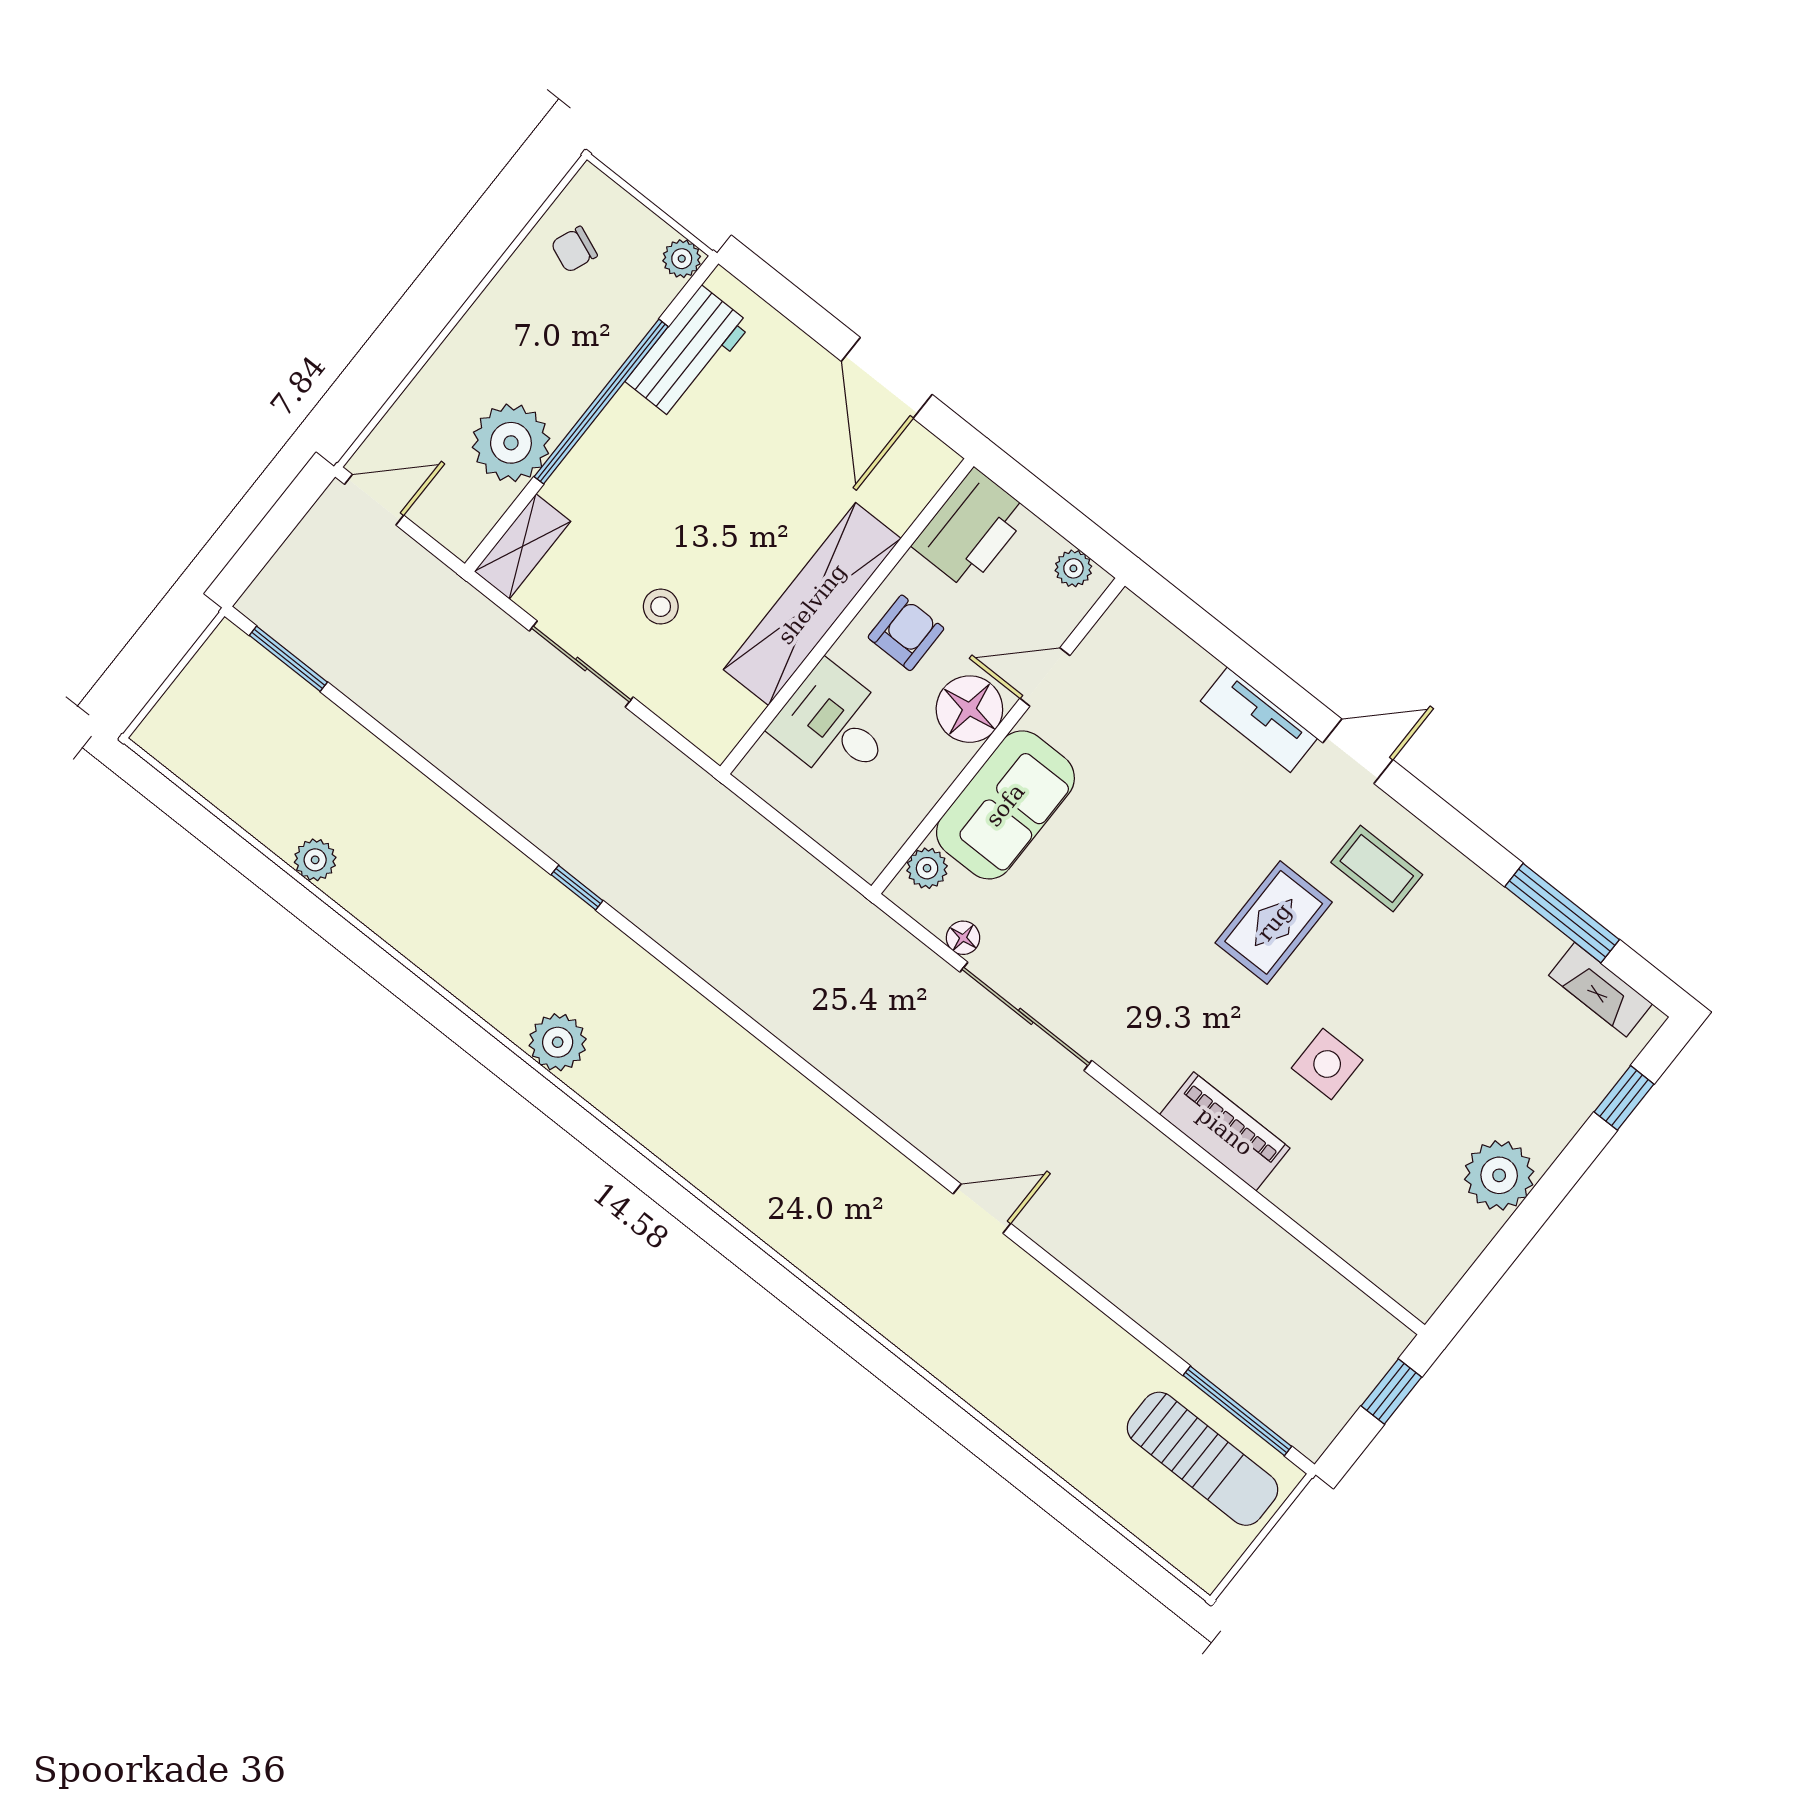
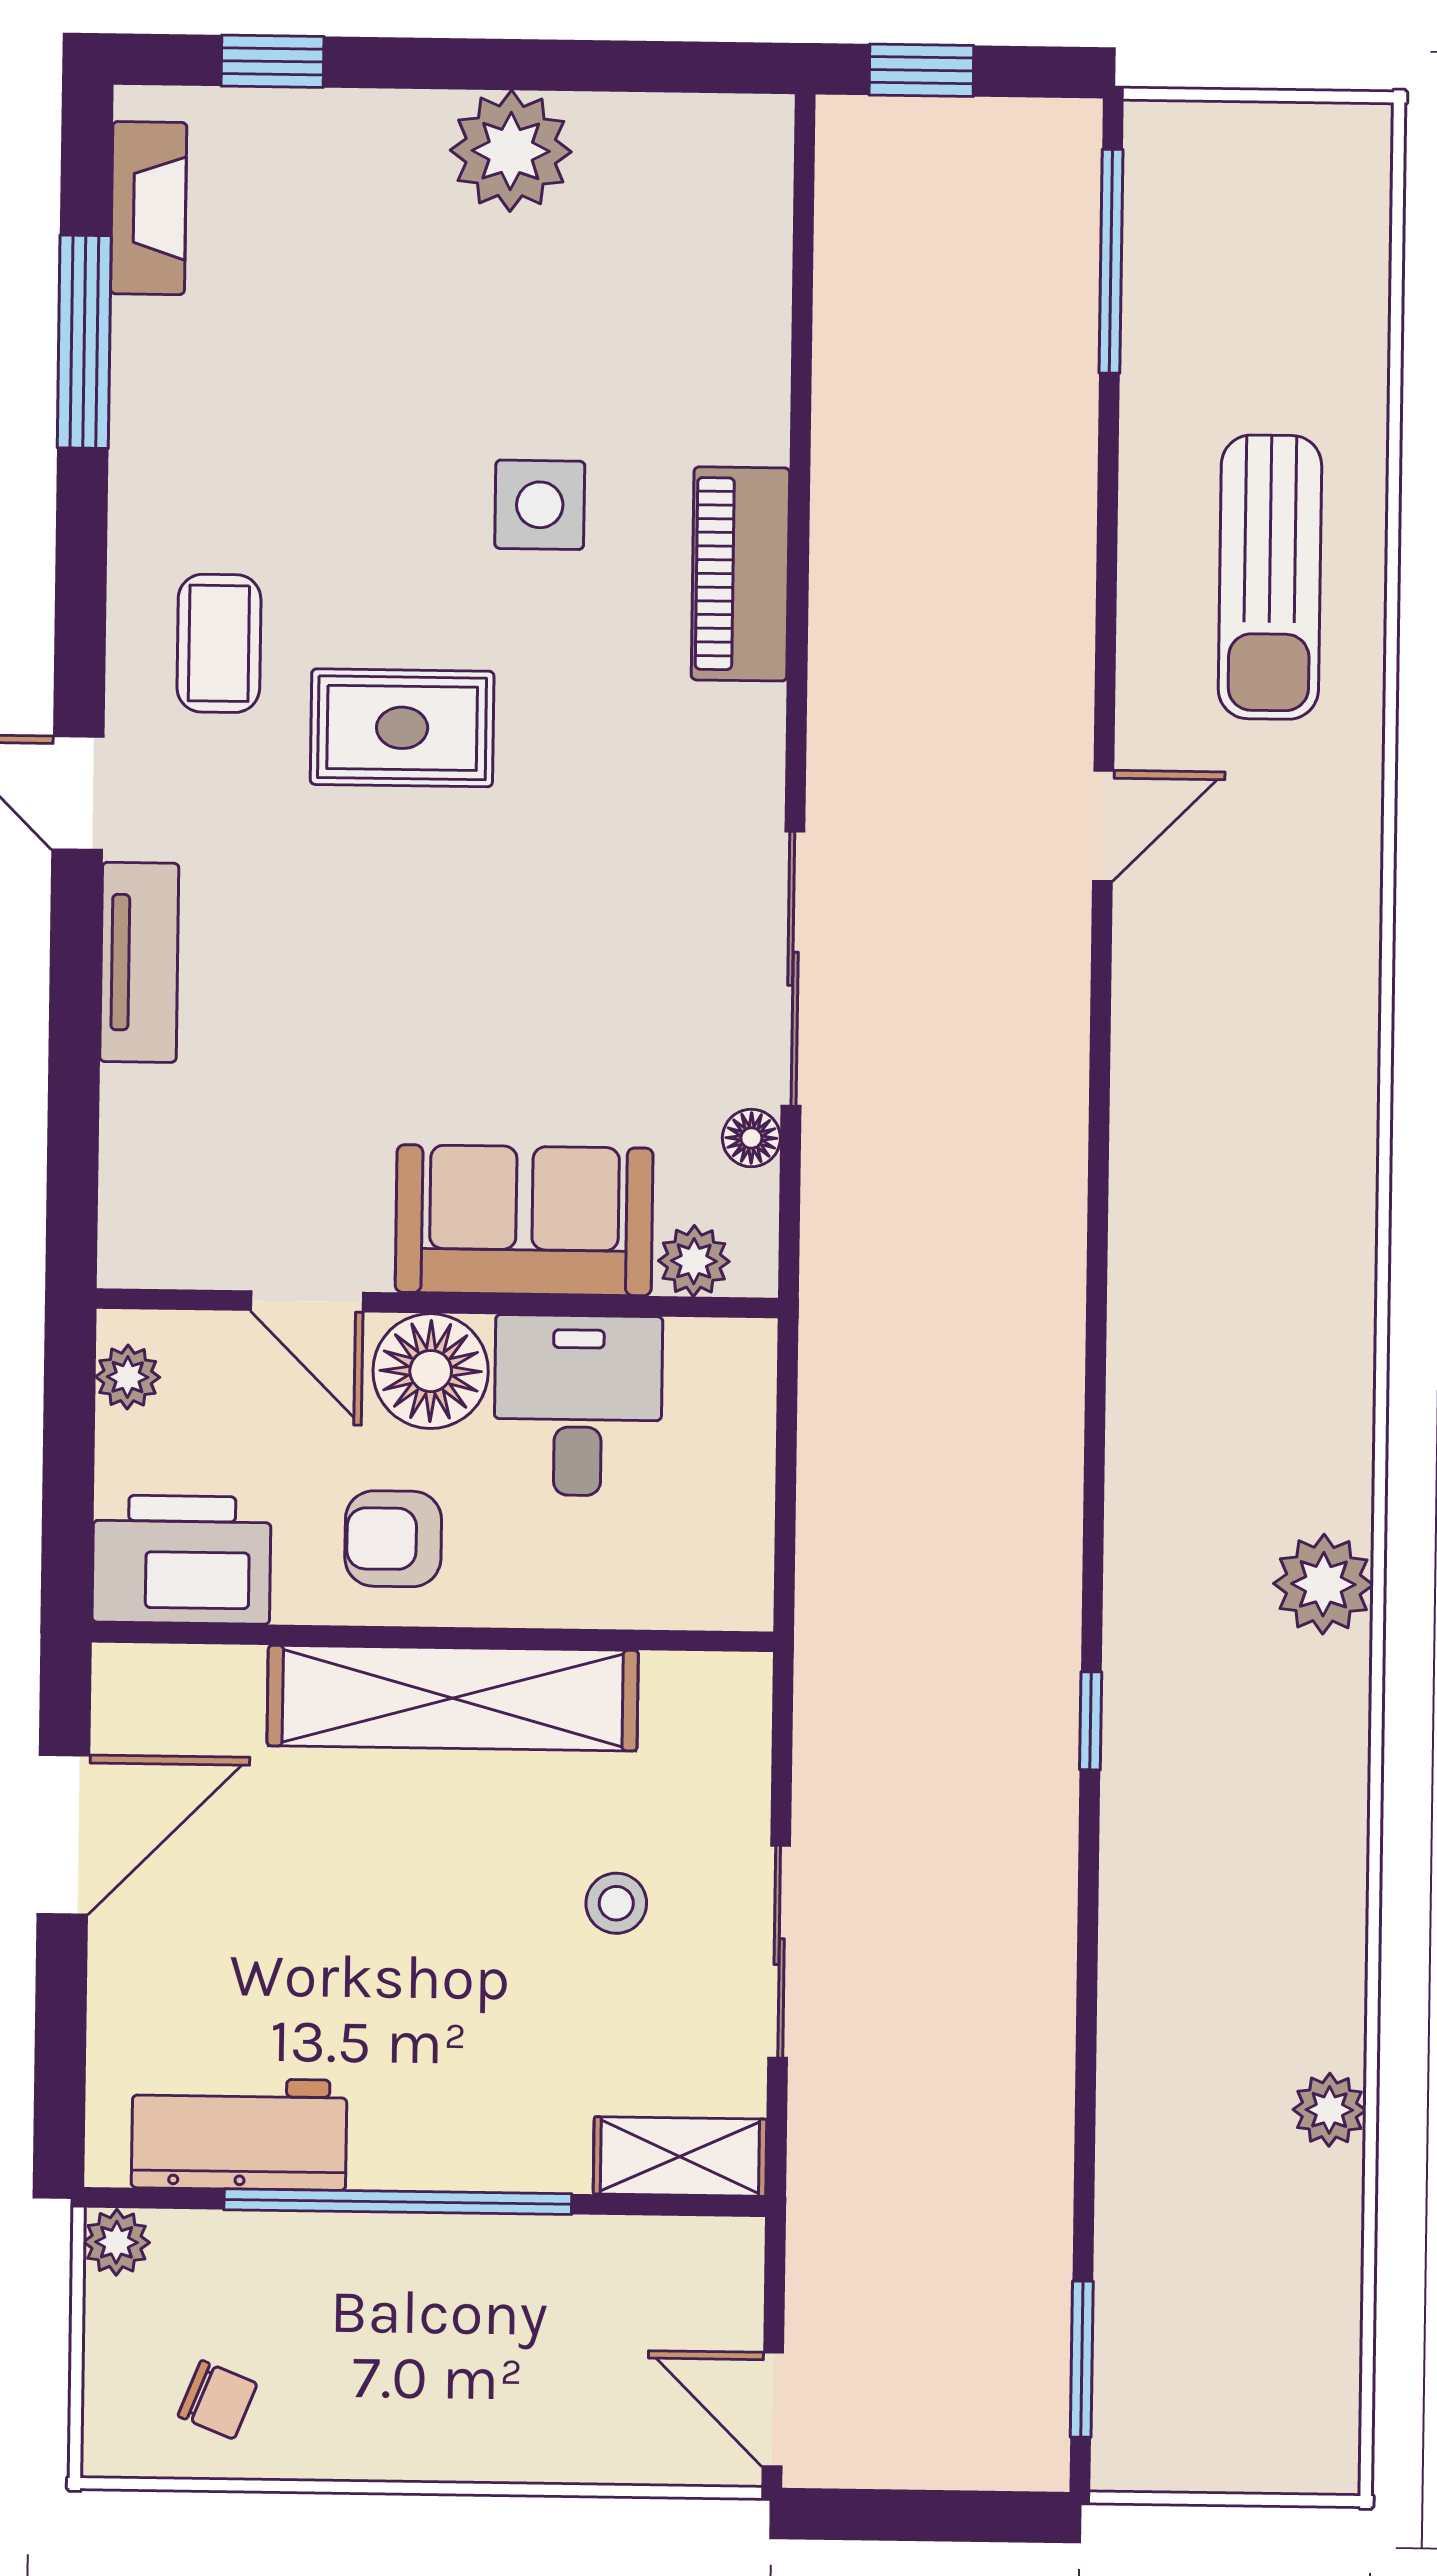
plant: (511, 443) -> (550, 2282), removed
desk: (835, 725) -> (578, 1405), moved, turned 180
door: (982, 1209) -> (1103, 826), swing flipped
sun lounger: (1203, 1459) -> (1270, 577), moved, turned 180

